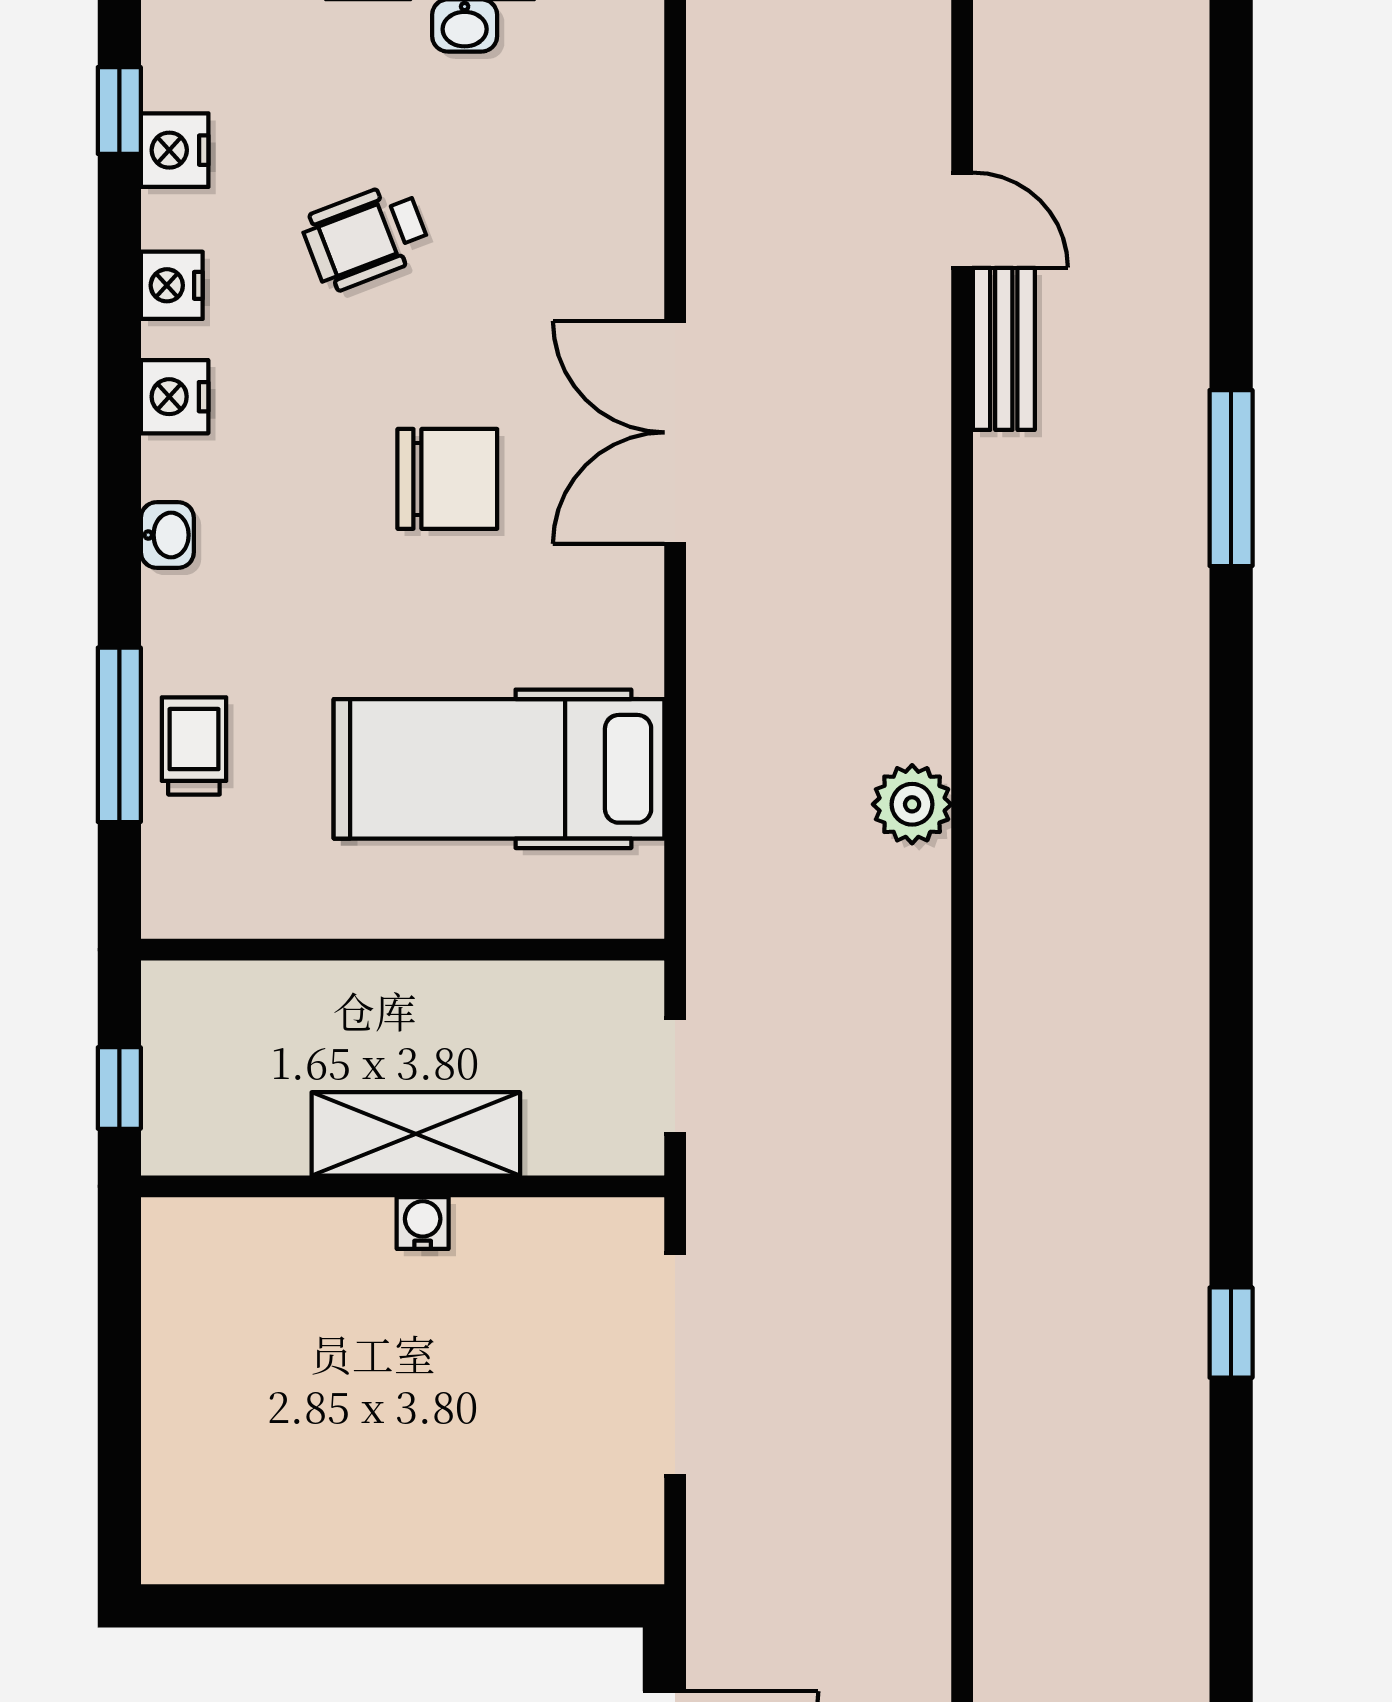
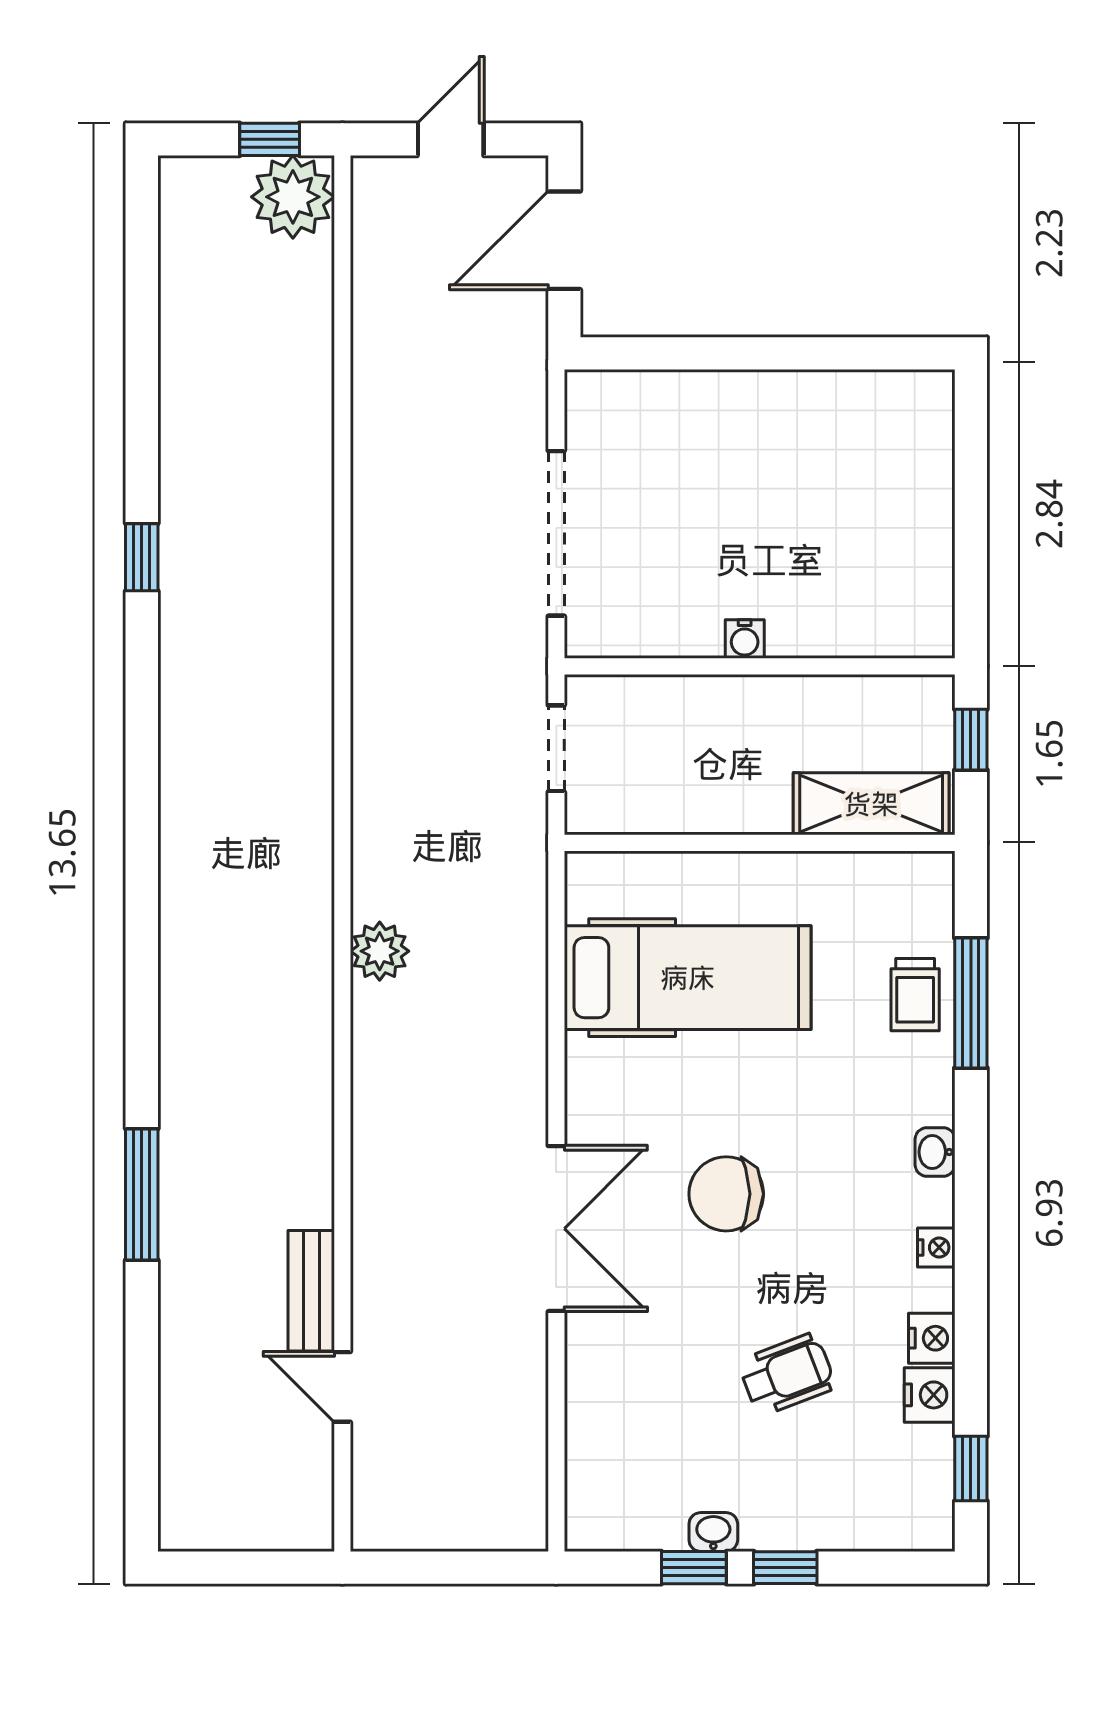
nightstand: (175, 150) -> (930, 1395), moved
nightstand: (175, 397) -> (936, 1248), width x0.72, depth x0.74
shelving: (416, 1134) -> (871, 804), moved

